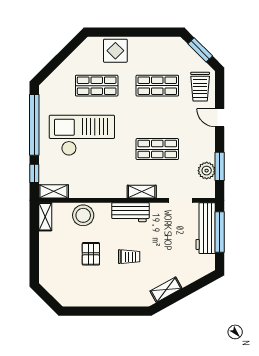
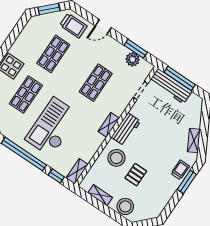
shelving: (142, 192) -> (109, 125), moved
stool: (83, 215) -> (116, 158), moved
shelving: (45, 217) -> (100, 195), moved
pallet: (91, 254) -> (136, 175), turned 90
trolley: (129, 257) -> (180, 170), moved
stool: (51, 265) -> (125, 206), added
window: (119, 311) -> (187, 182), added

